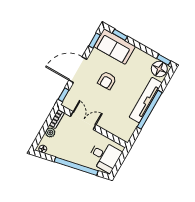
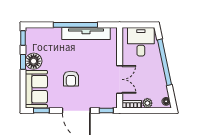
window: (120, 35) -> (23, 62), moved
floor lamp: (159, 69) -> (34, 61), moved
armchair: (107, 80) -> (71, 79), turned 90
tv unit: (146, 100) -> (86, 34), moved
double door: (83, 121) -> (120, 79), swing flipped

